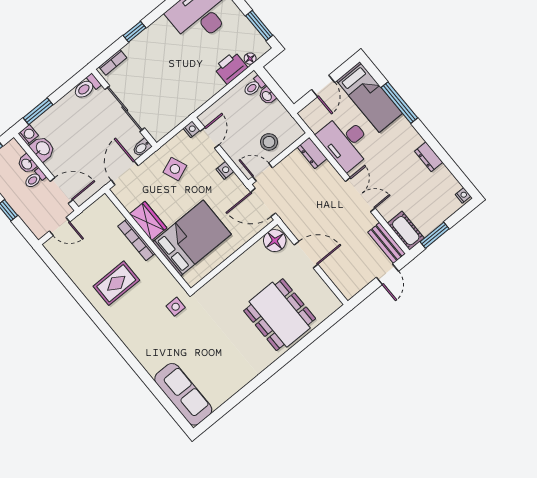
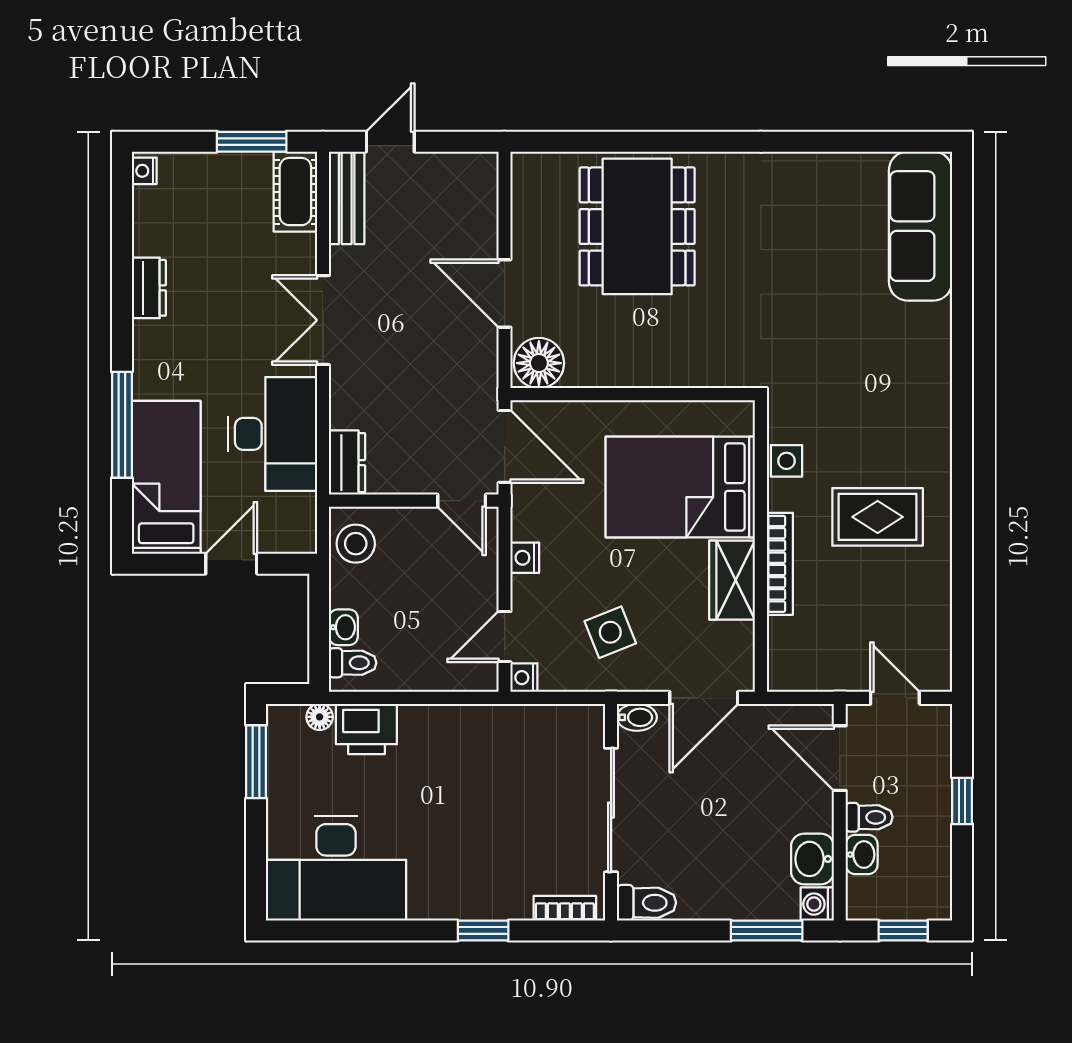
stool: (269, 142) -> (356, 544), moved
side table: (176, 307) -> (786, 461), moved

